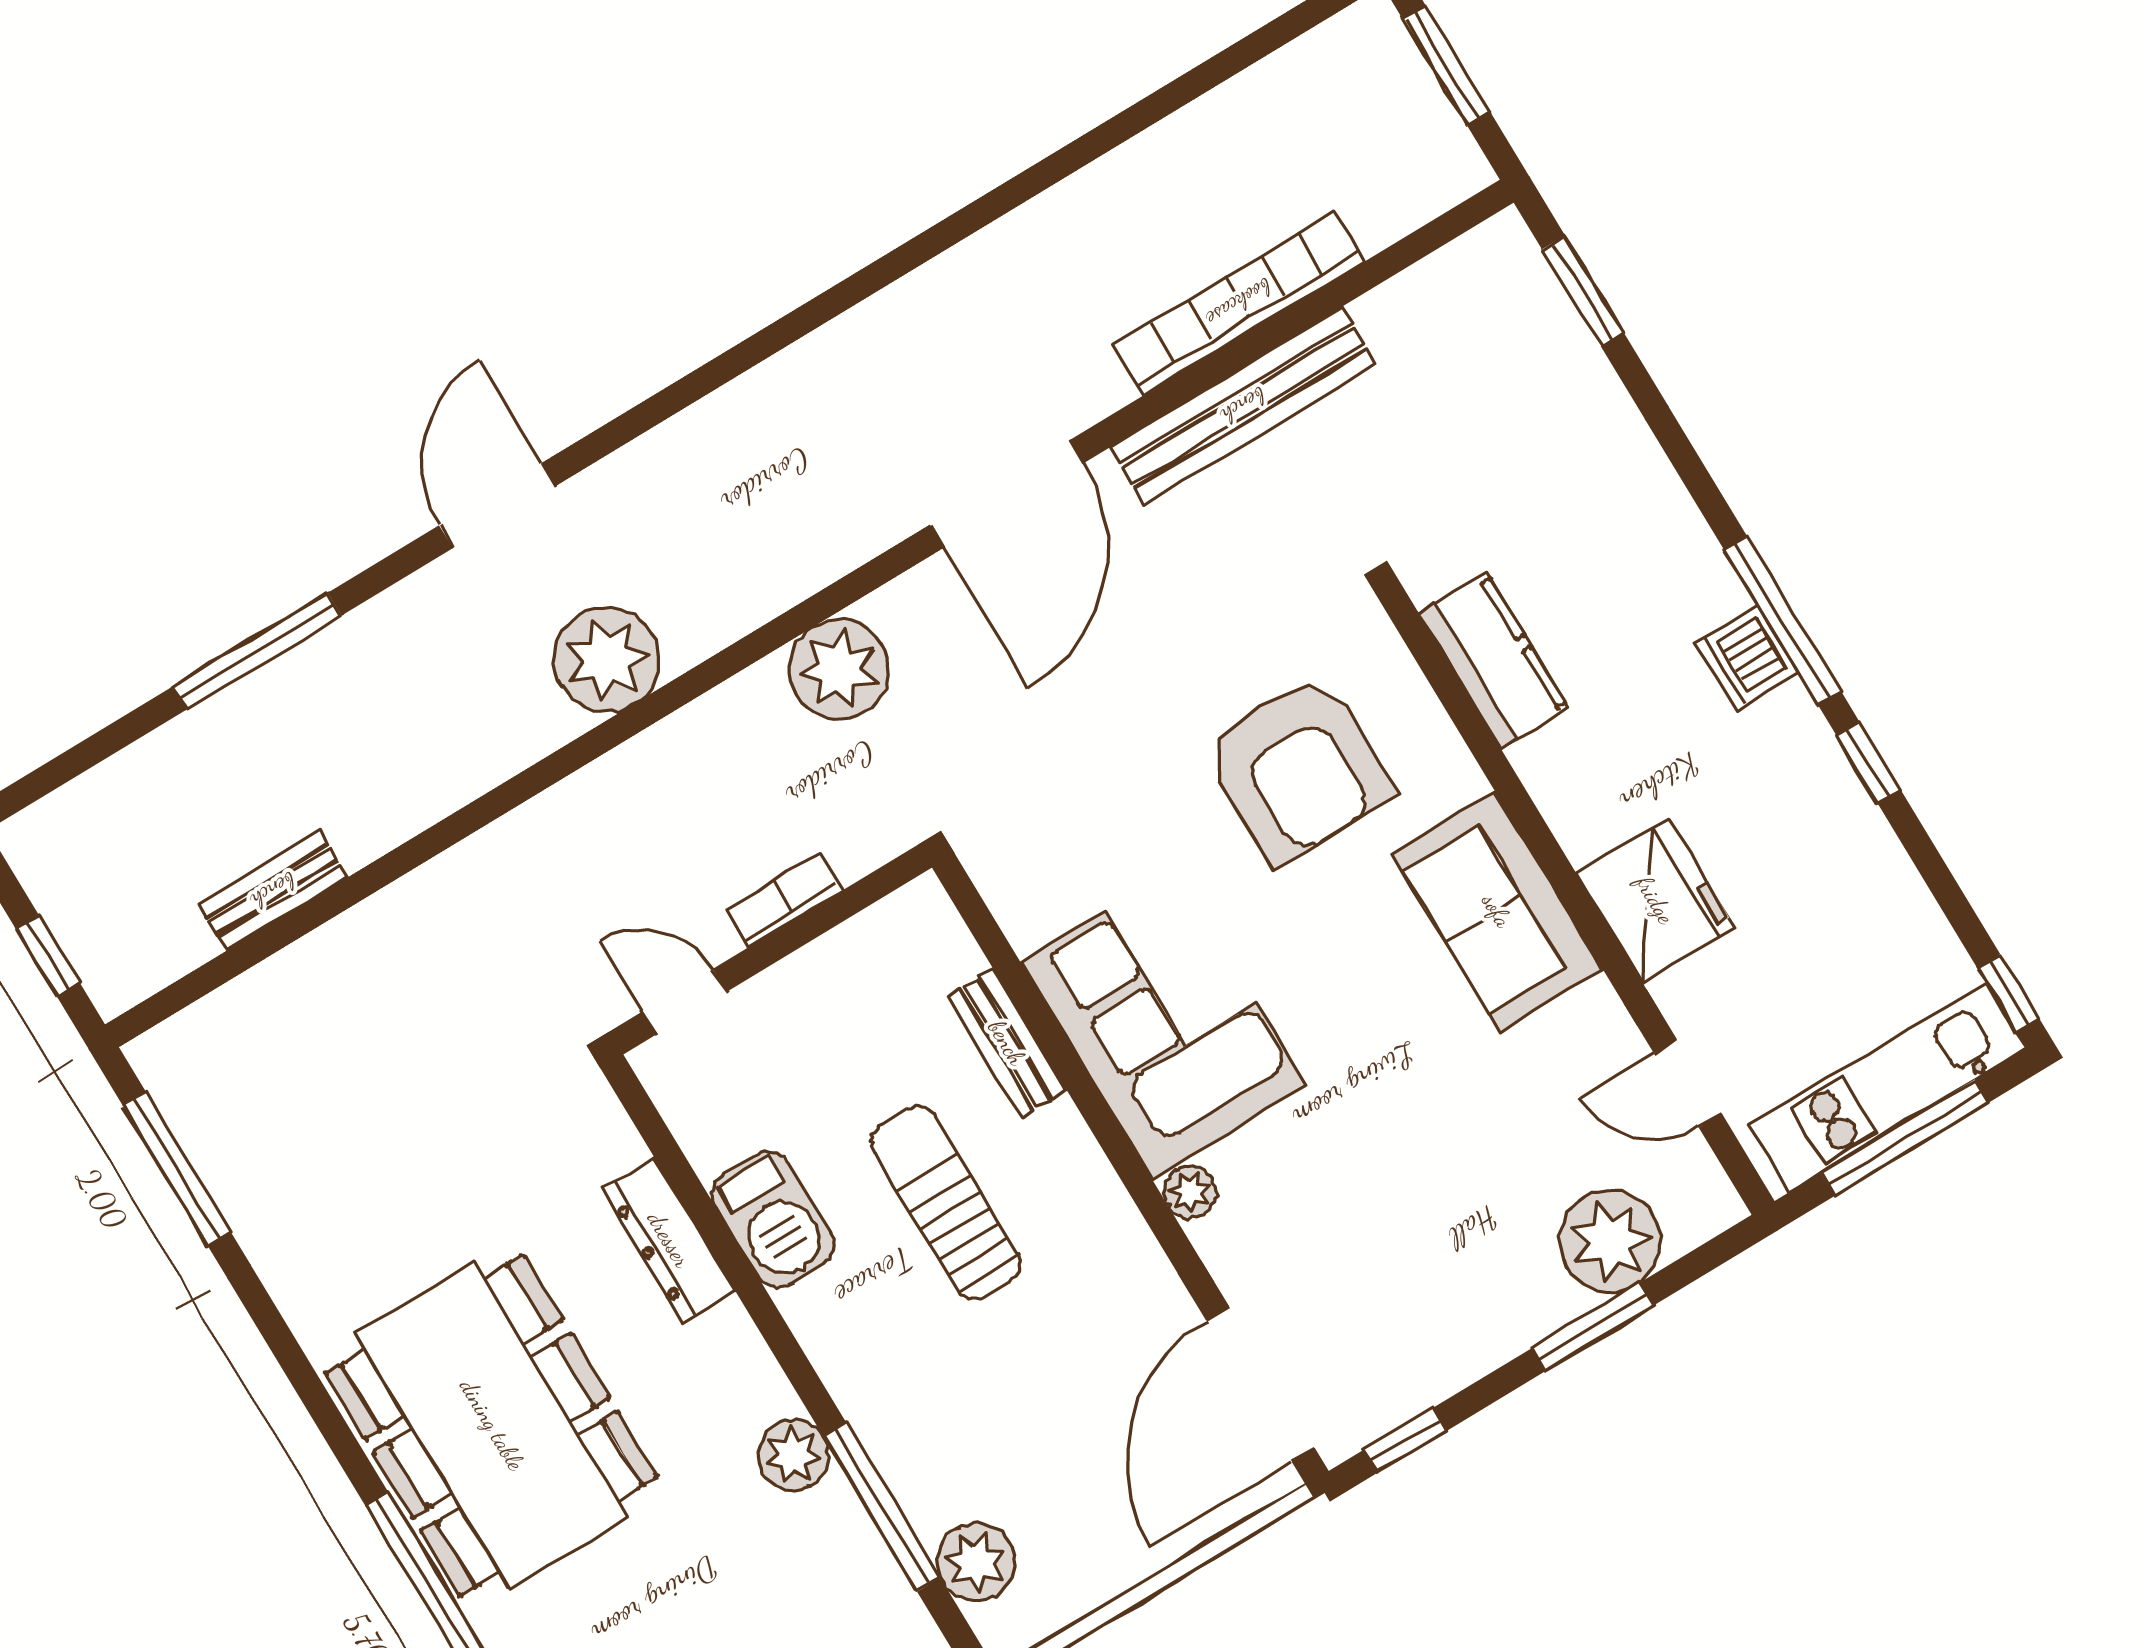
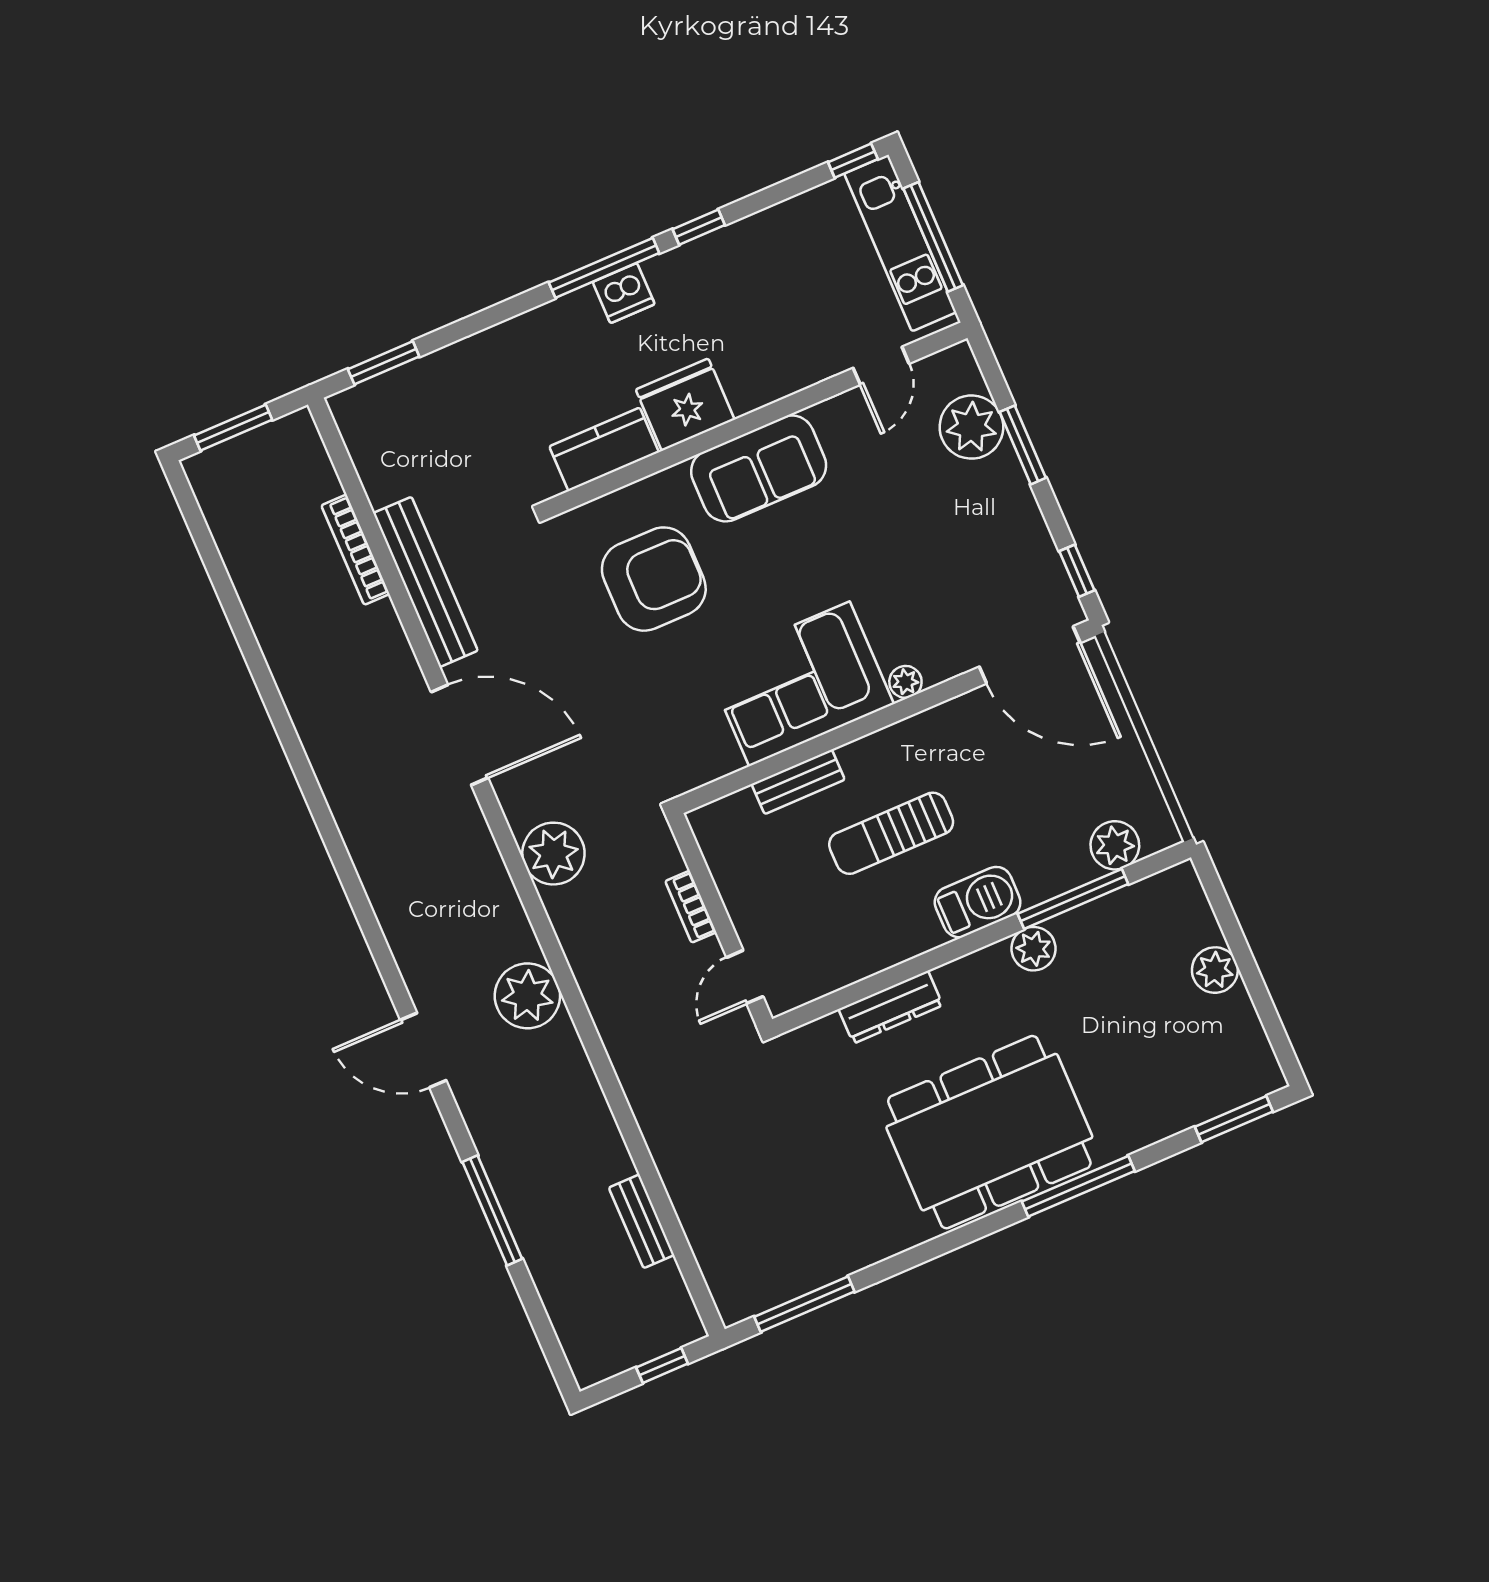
bookcase: (1239, 303) -> (355, 550), width x0.68, depth x0.76
fridge: (1655, 900) -> (685, 405), moved
barbecue: (773, 1220) -> (978, 902), moved

